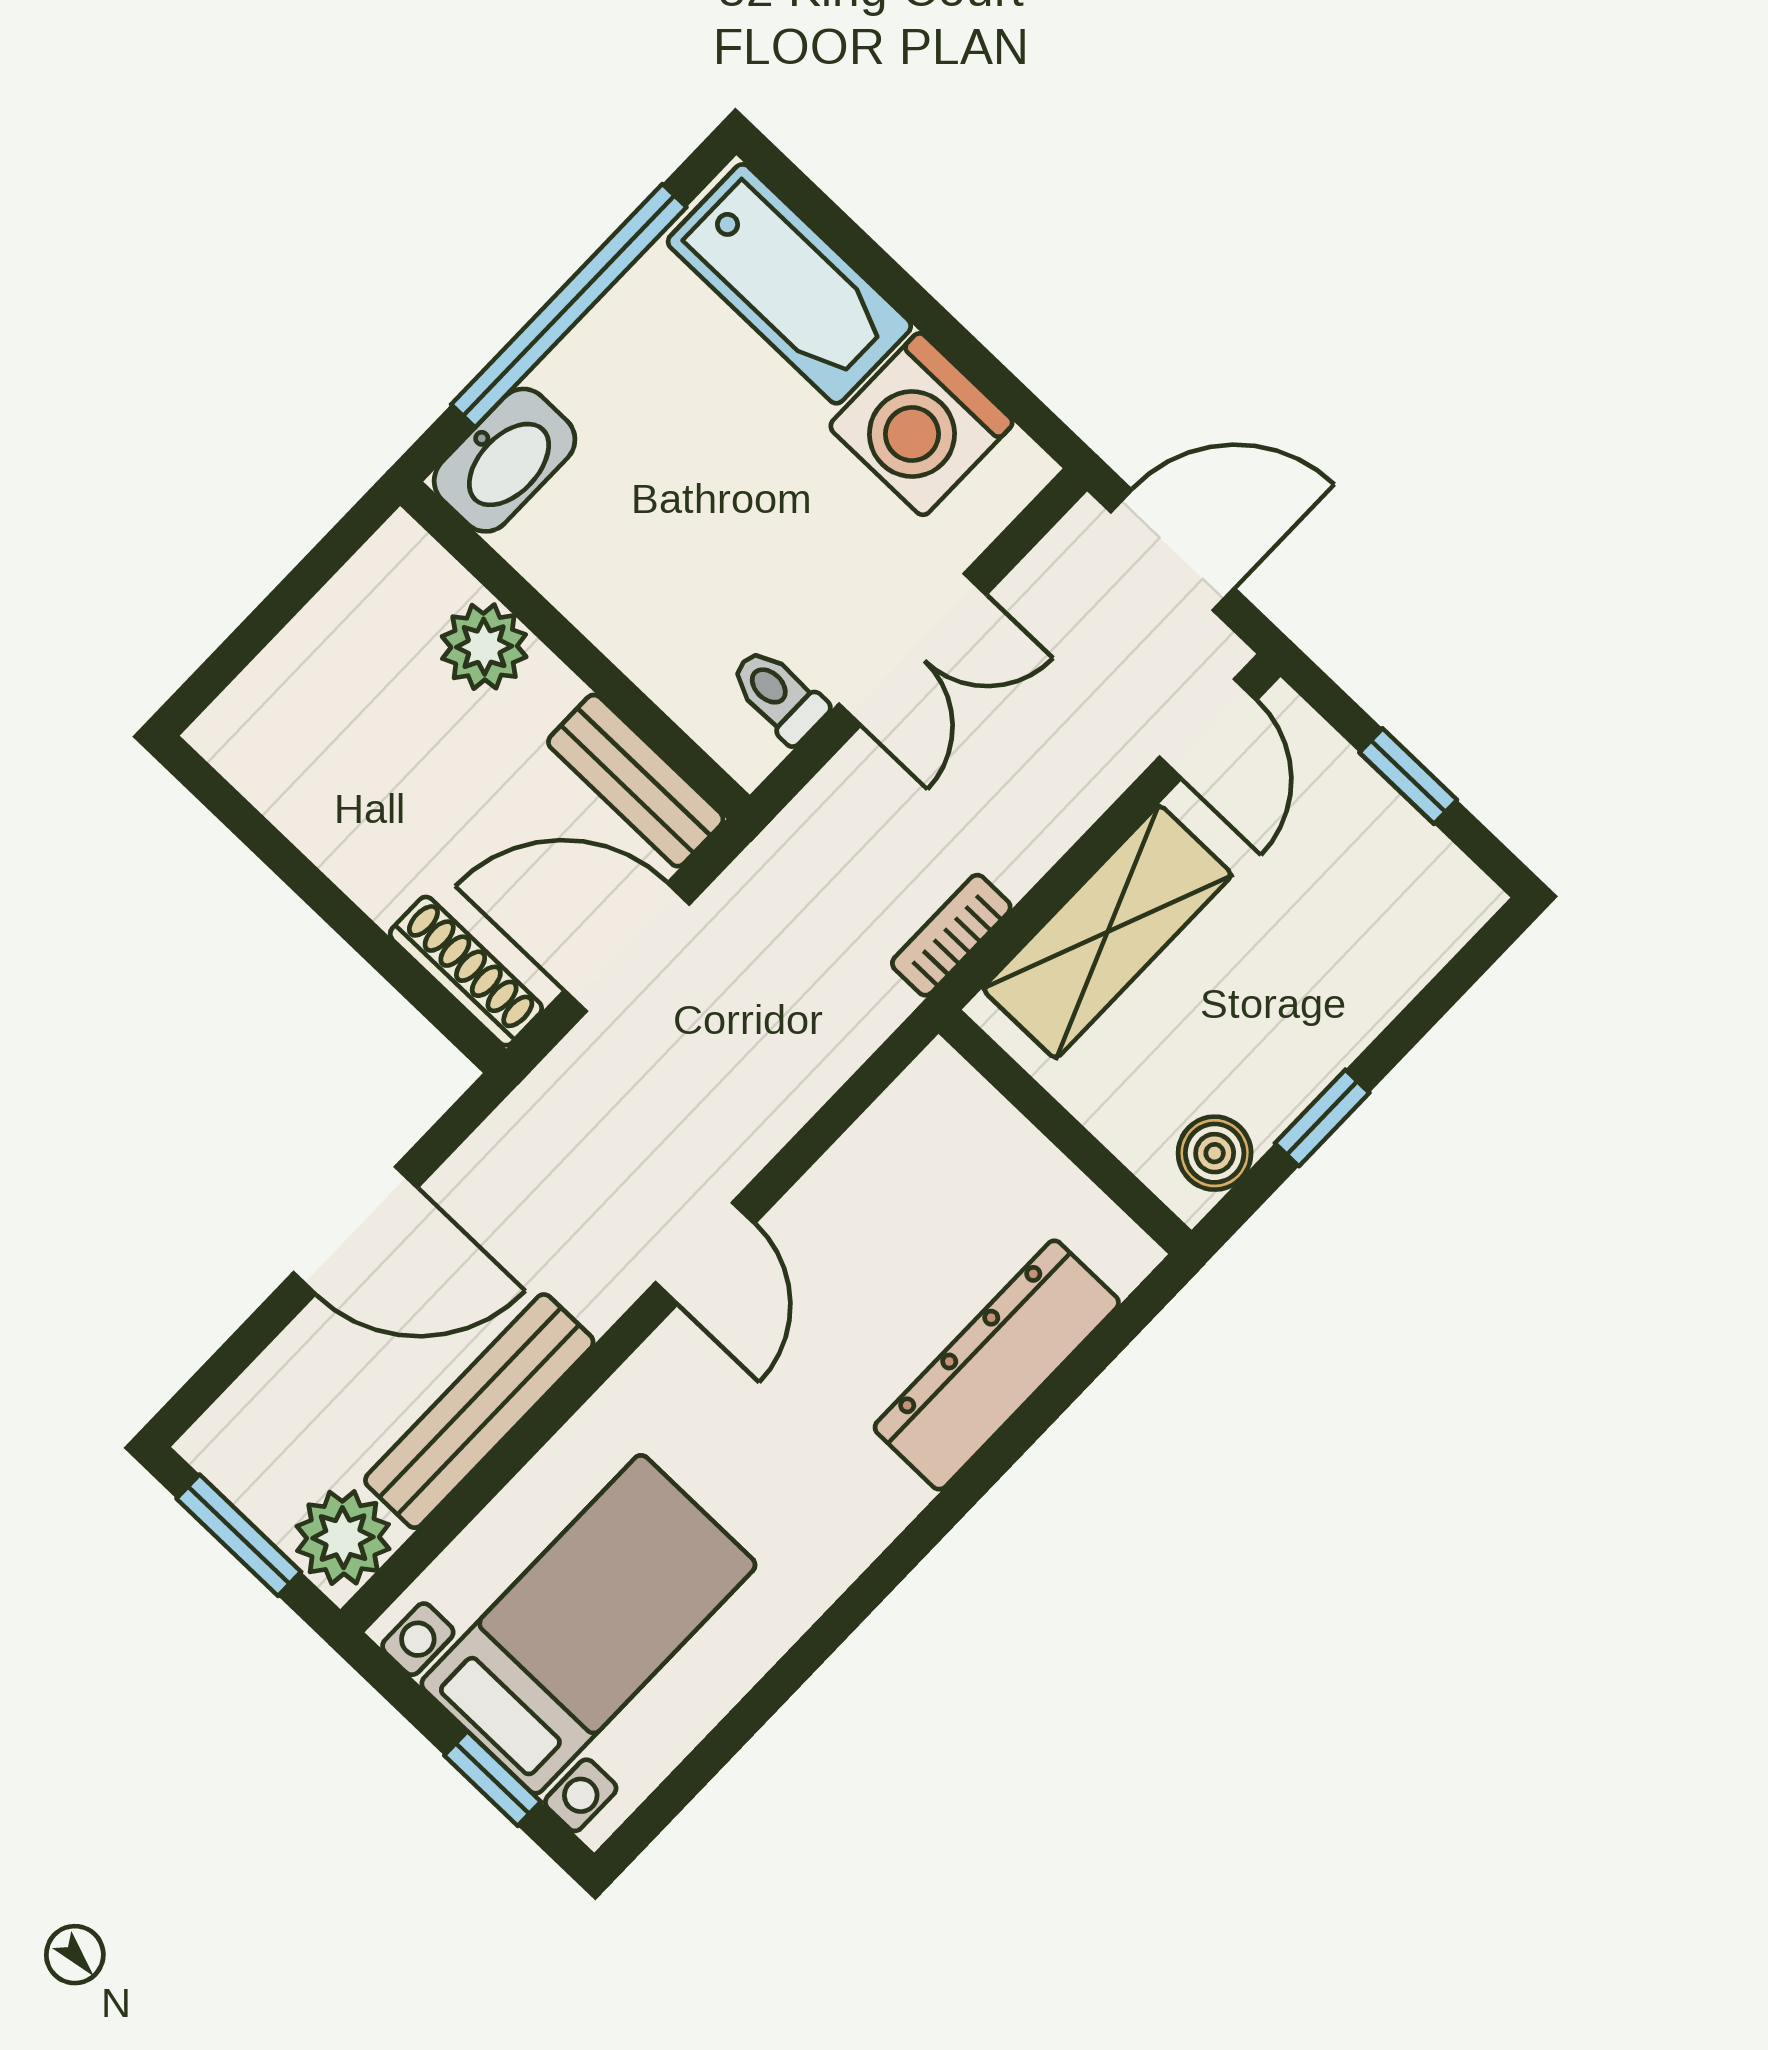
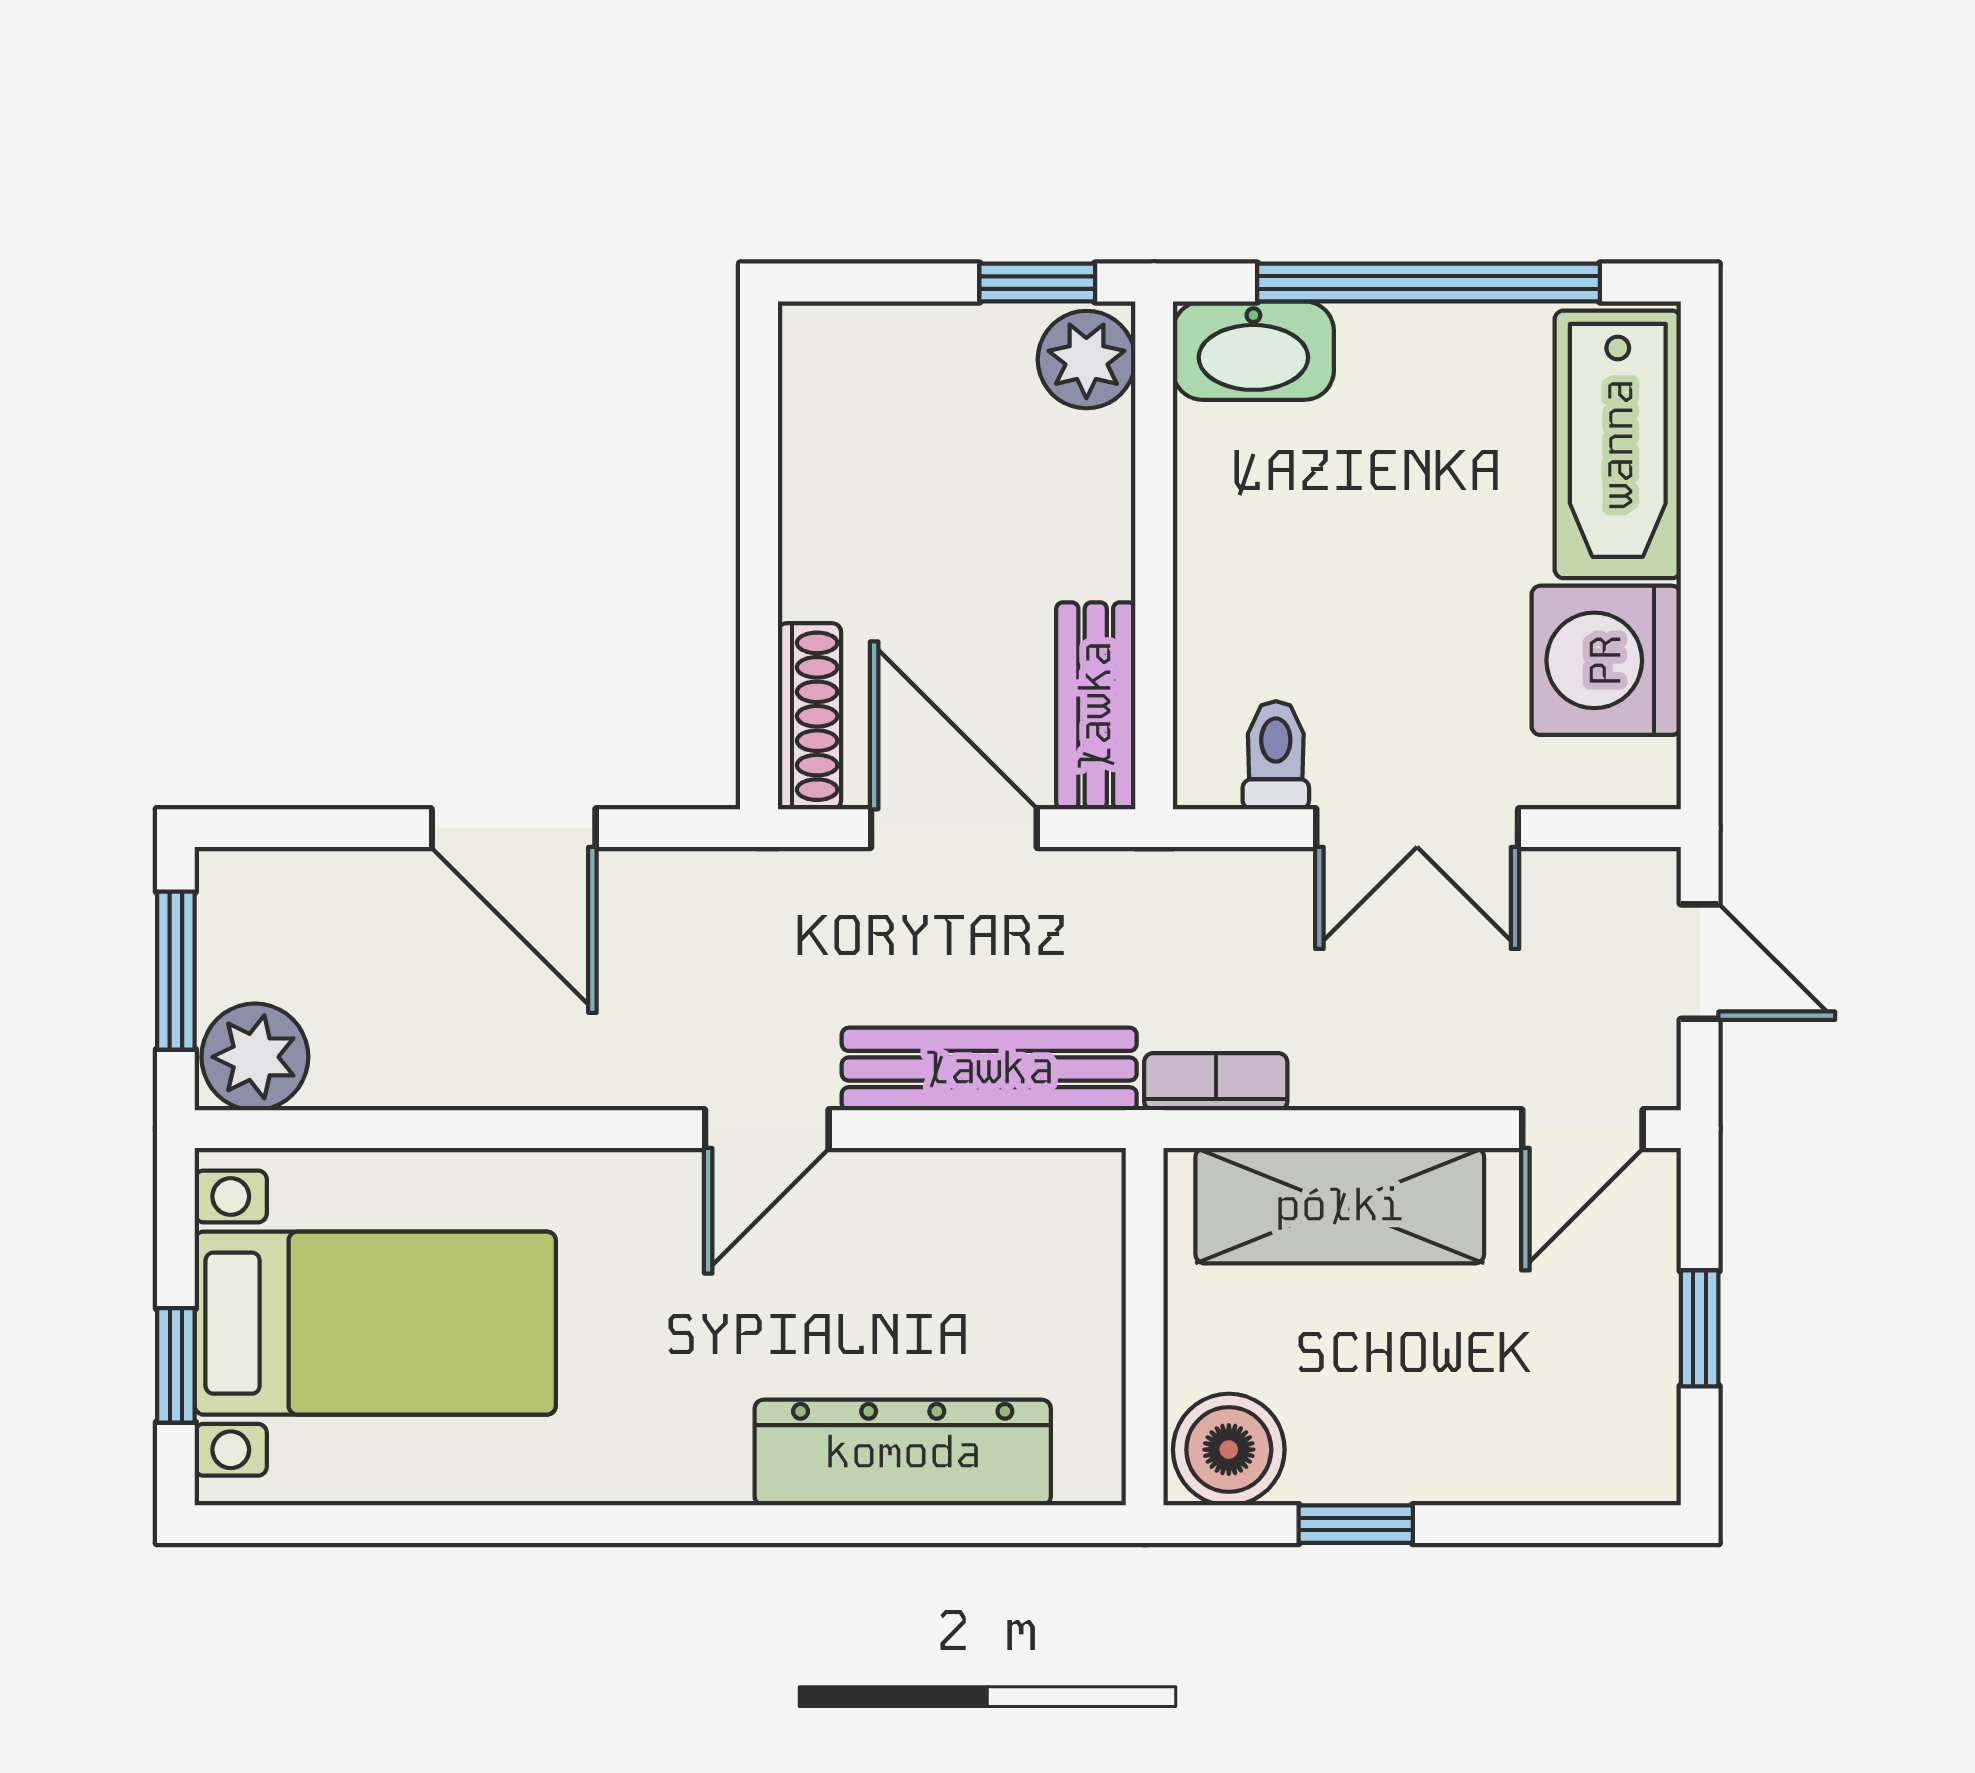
door: (1172, 550) -> (1700, 962), width x0.73
window: (328, 557) -> (1037, 283), added
plant: (484, 647) -> (1086, 360), moved
boiler: (1215, 1153) -> (1229, 1450), width x1.36, depth x1.36
bench: (479, 1411) -> (989, 1069), moved

